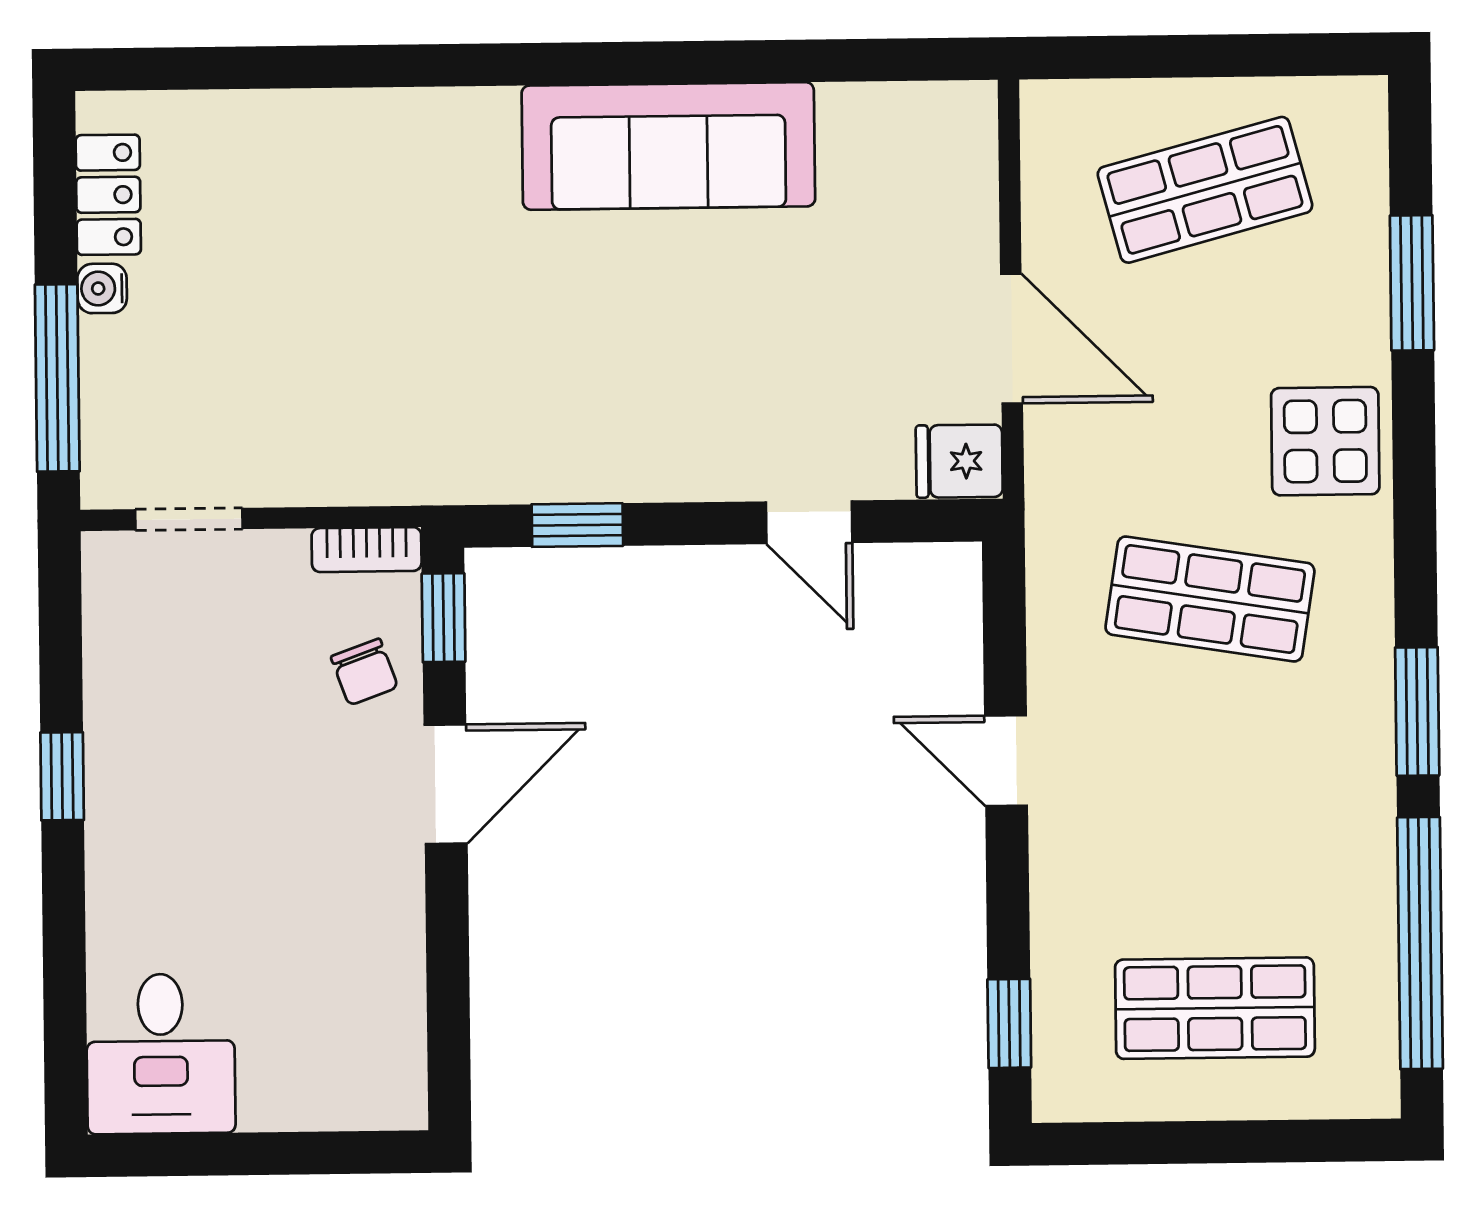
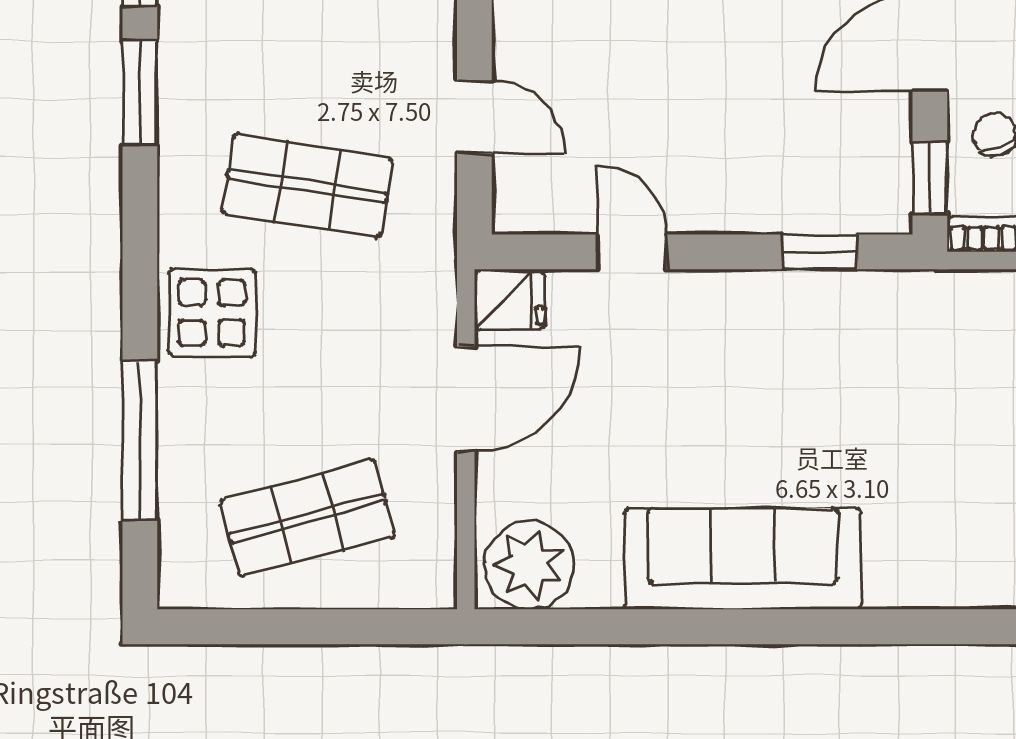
plant: (931, 135) -> (529, 565), added
window: (1412, 283) -> (140, 440), width x1.44
door: (1012, 339) -> (466, 399), swing flipped
door: (1006, 761) -> (474, 117), moved

